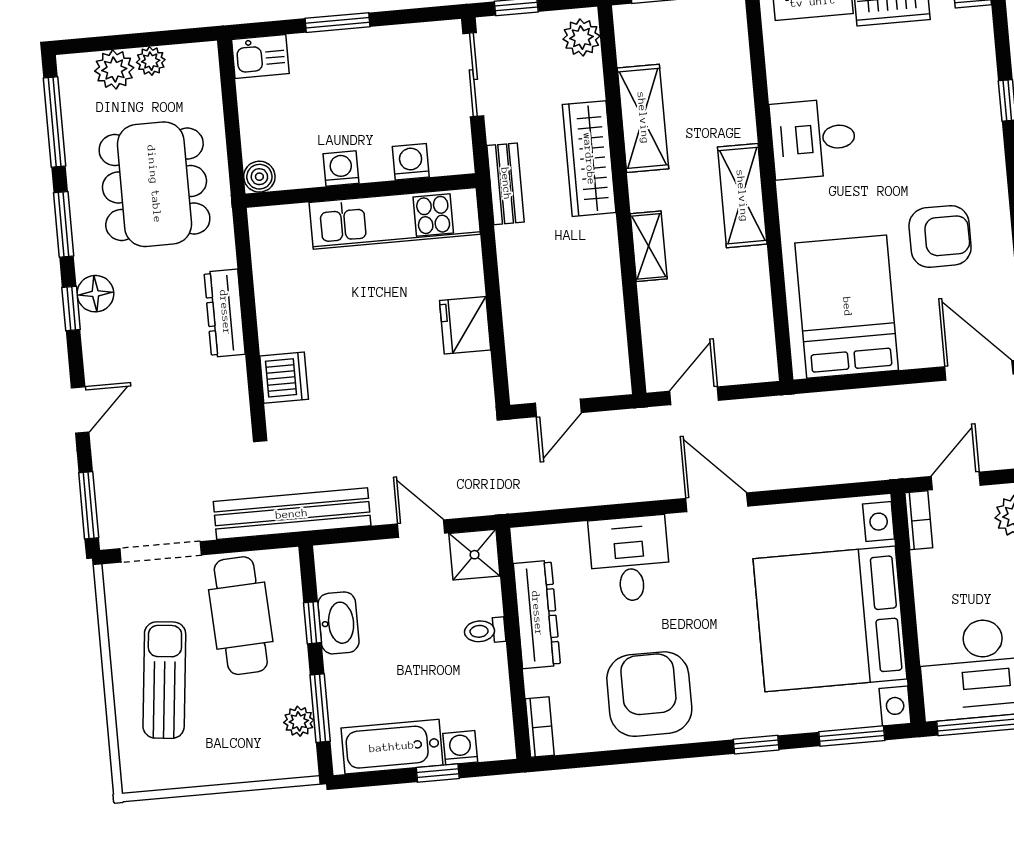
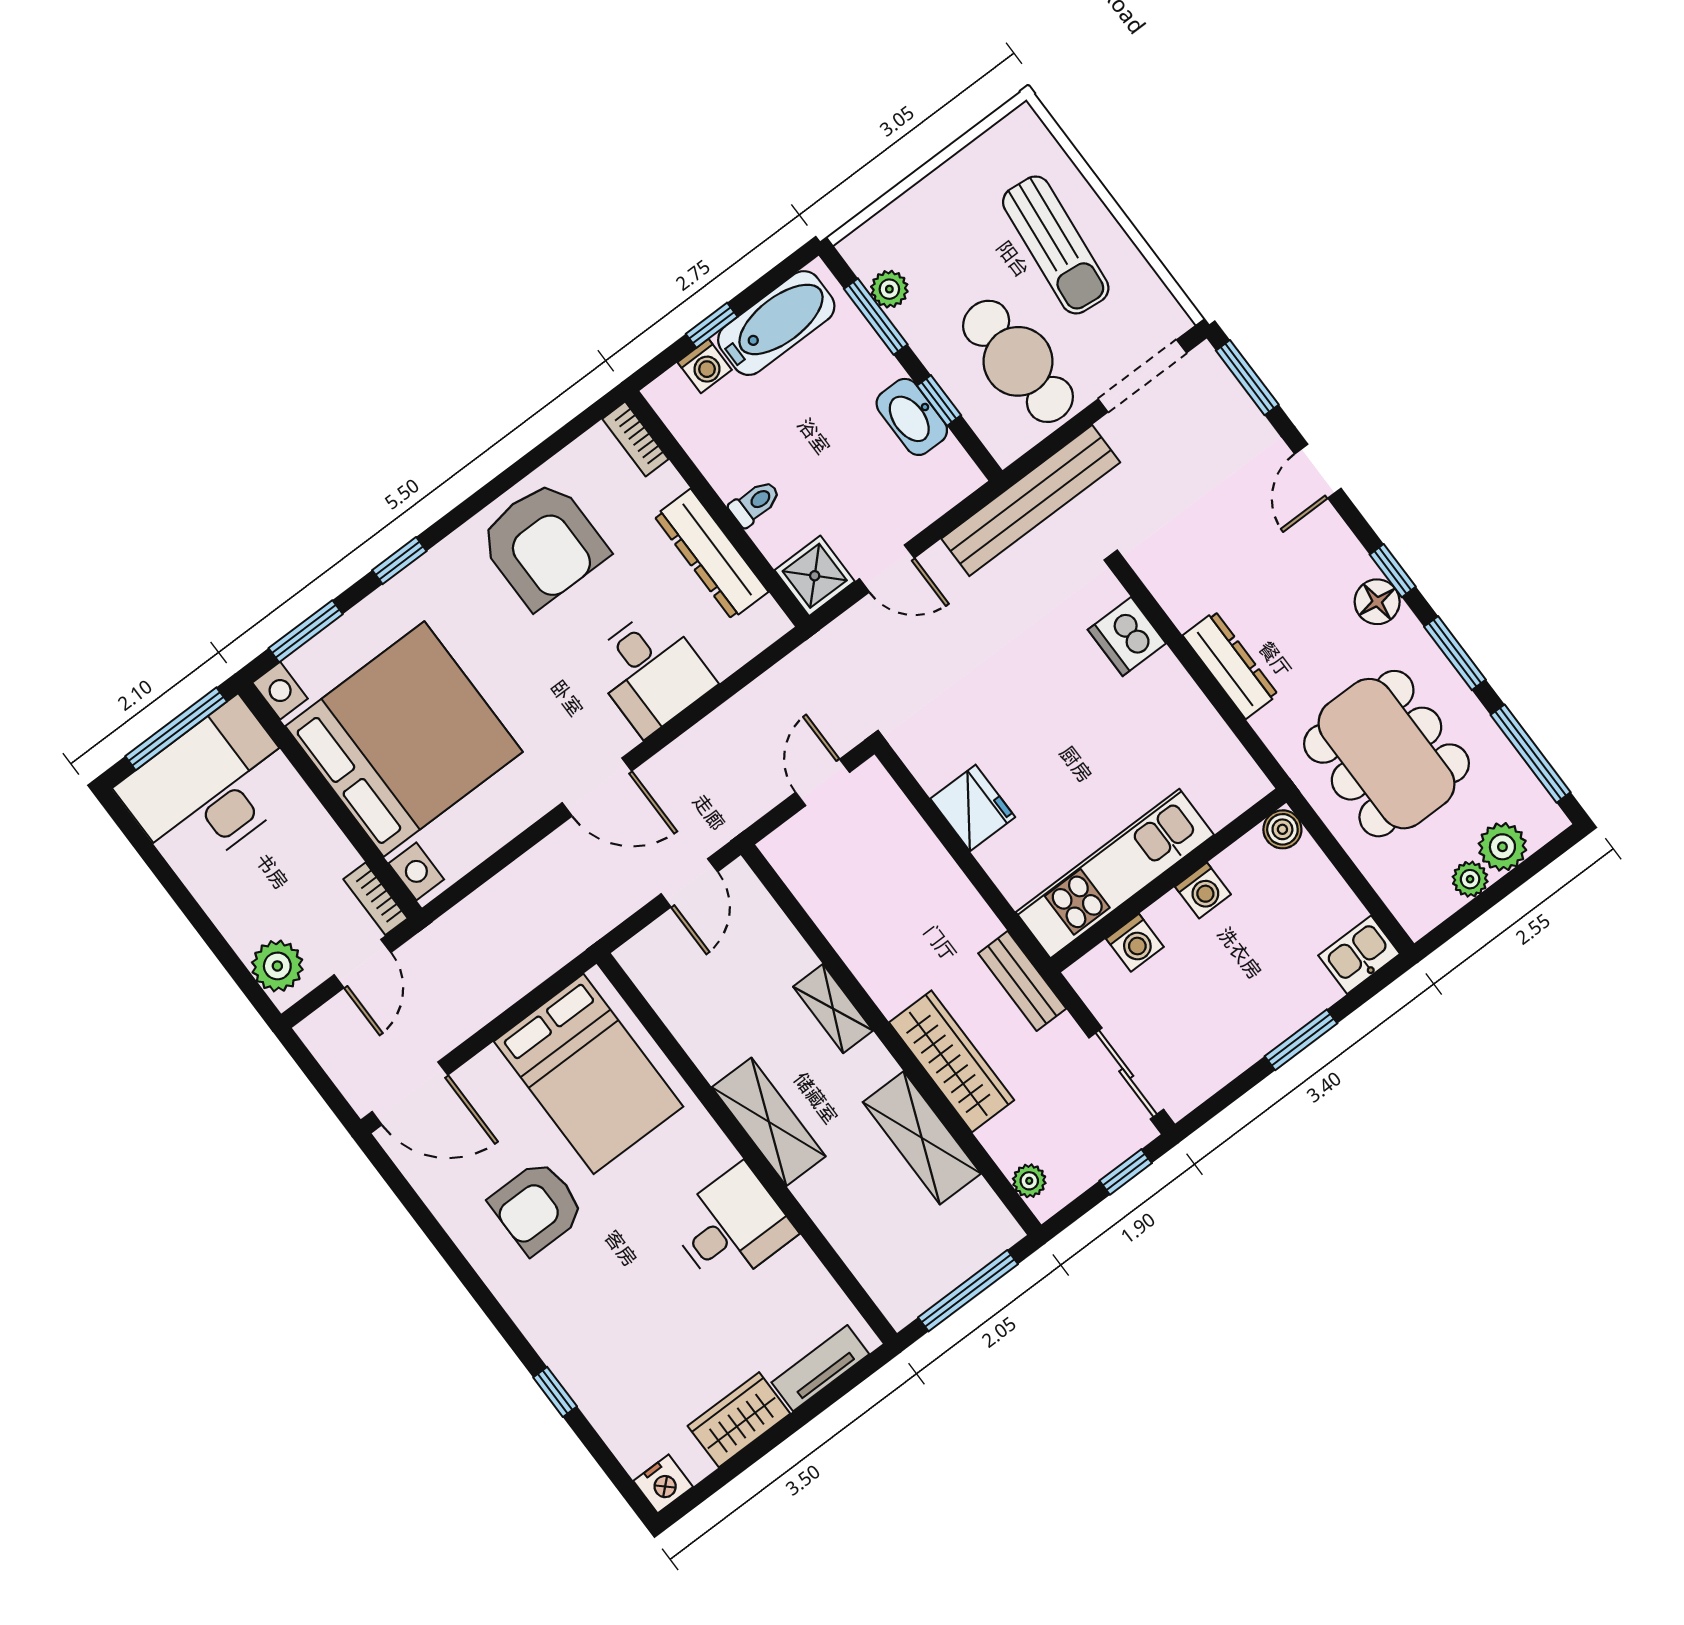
plant: (581, 37) -> (1029, 1181), width x0.73, depth x0.73

